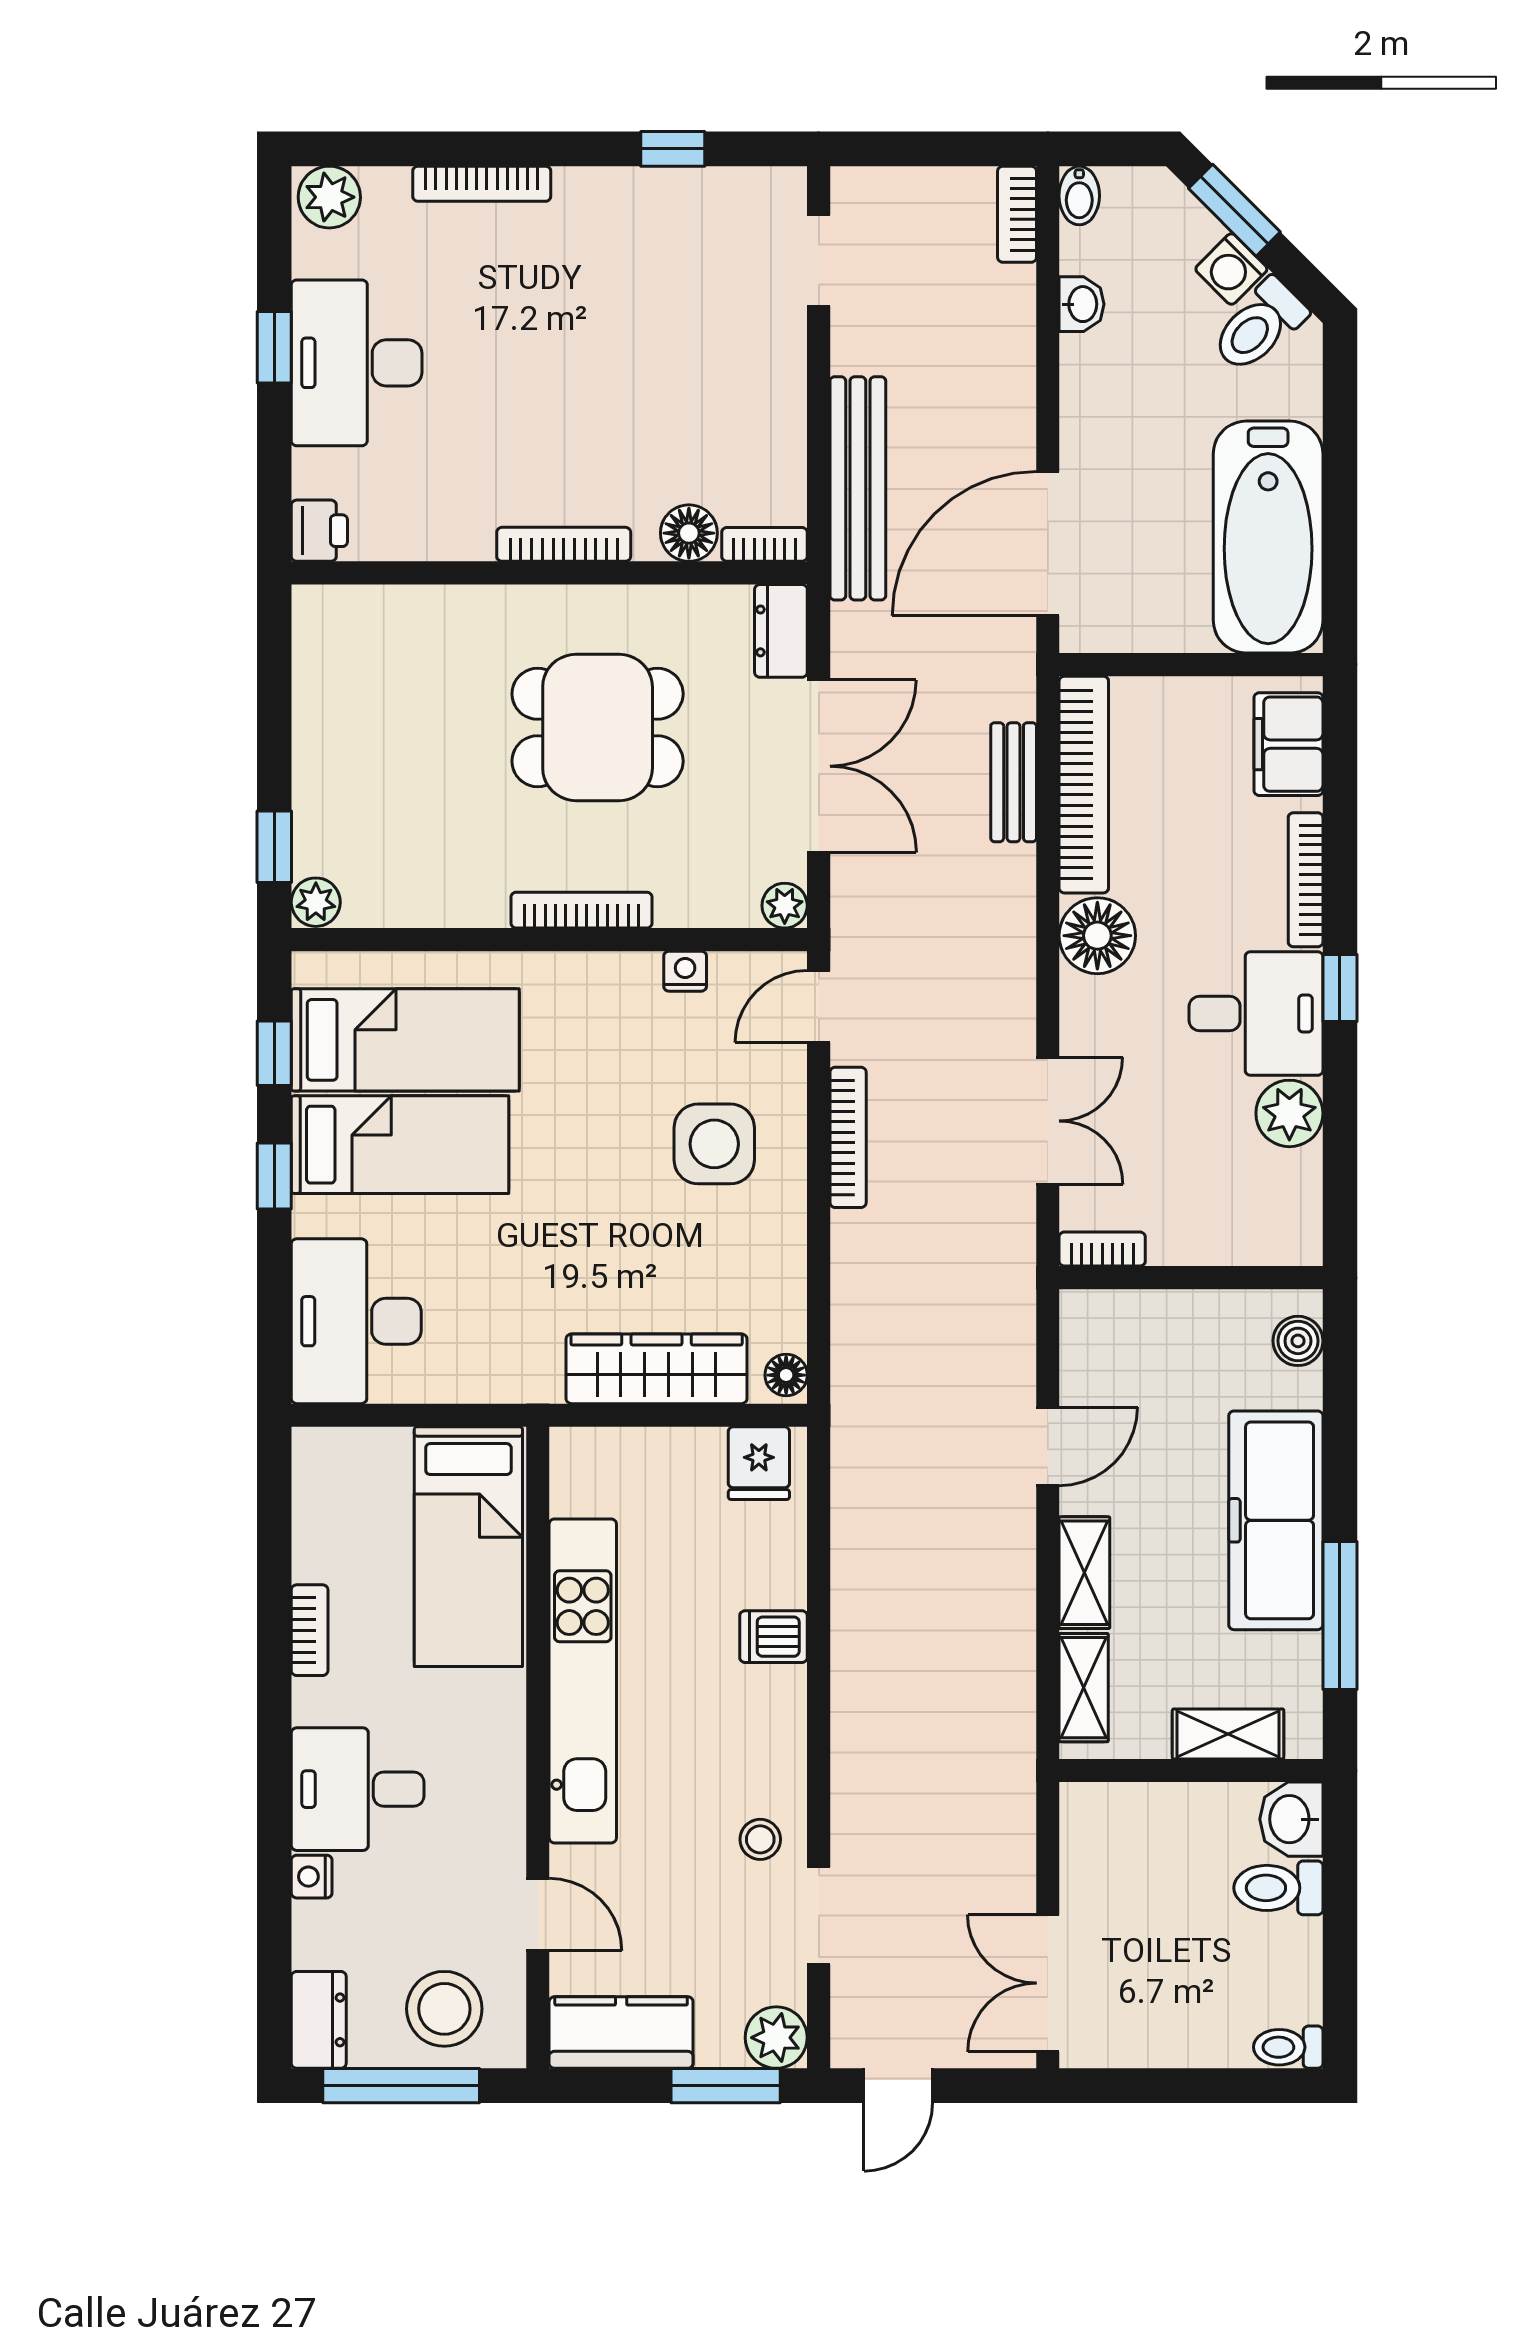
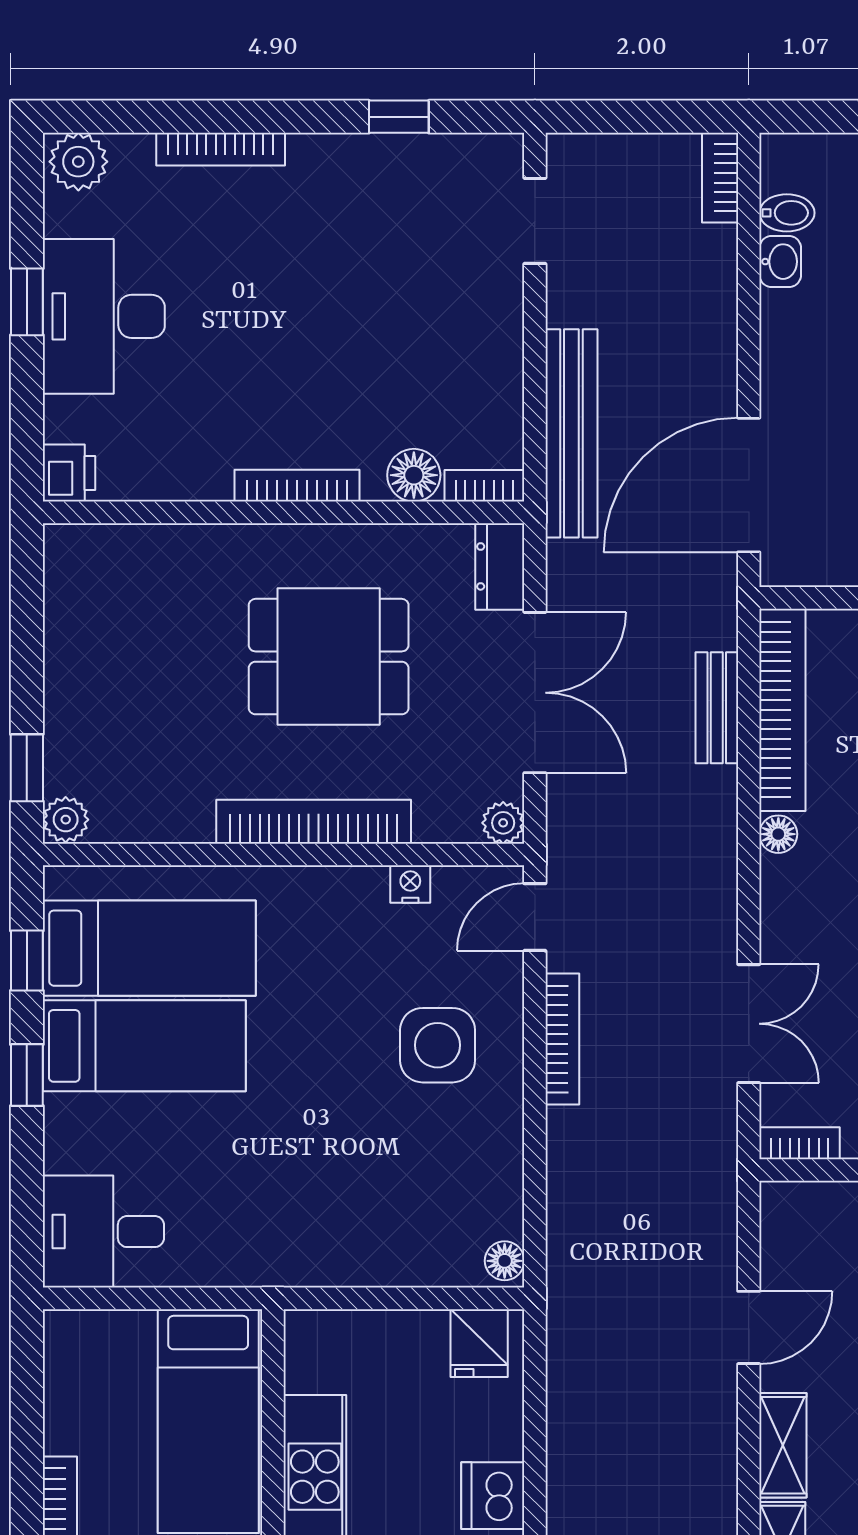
bidet: (1079, 196) -> (787, 213), moved, turned -90
bookcase: (581, 910) -> (314, 822), width x1.48, depth x1.31
floor lamp: (1097, 936) -> (778, 834), width x0.53, depth x0.53
desk: (356, 1321) -> (103, 1232), width x0.73
wardrobe: (657, 1369) -> (384, 1255), removed
dishwasher: (774, 1637) -> (493, 1496), width x1.38

